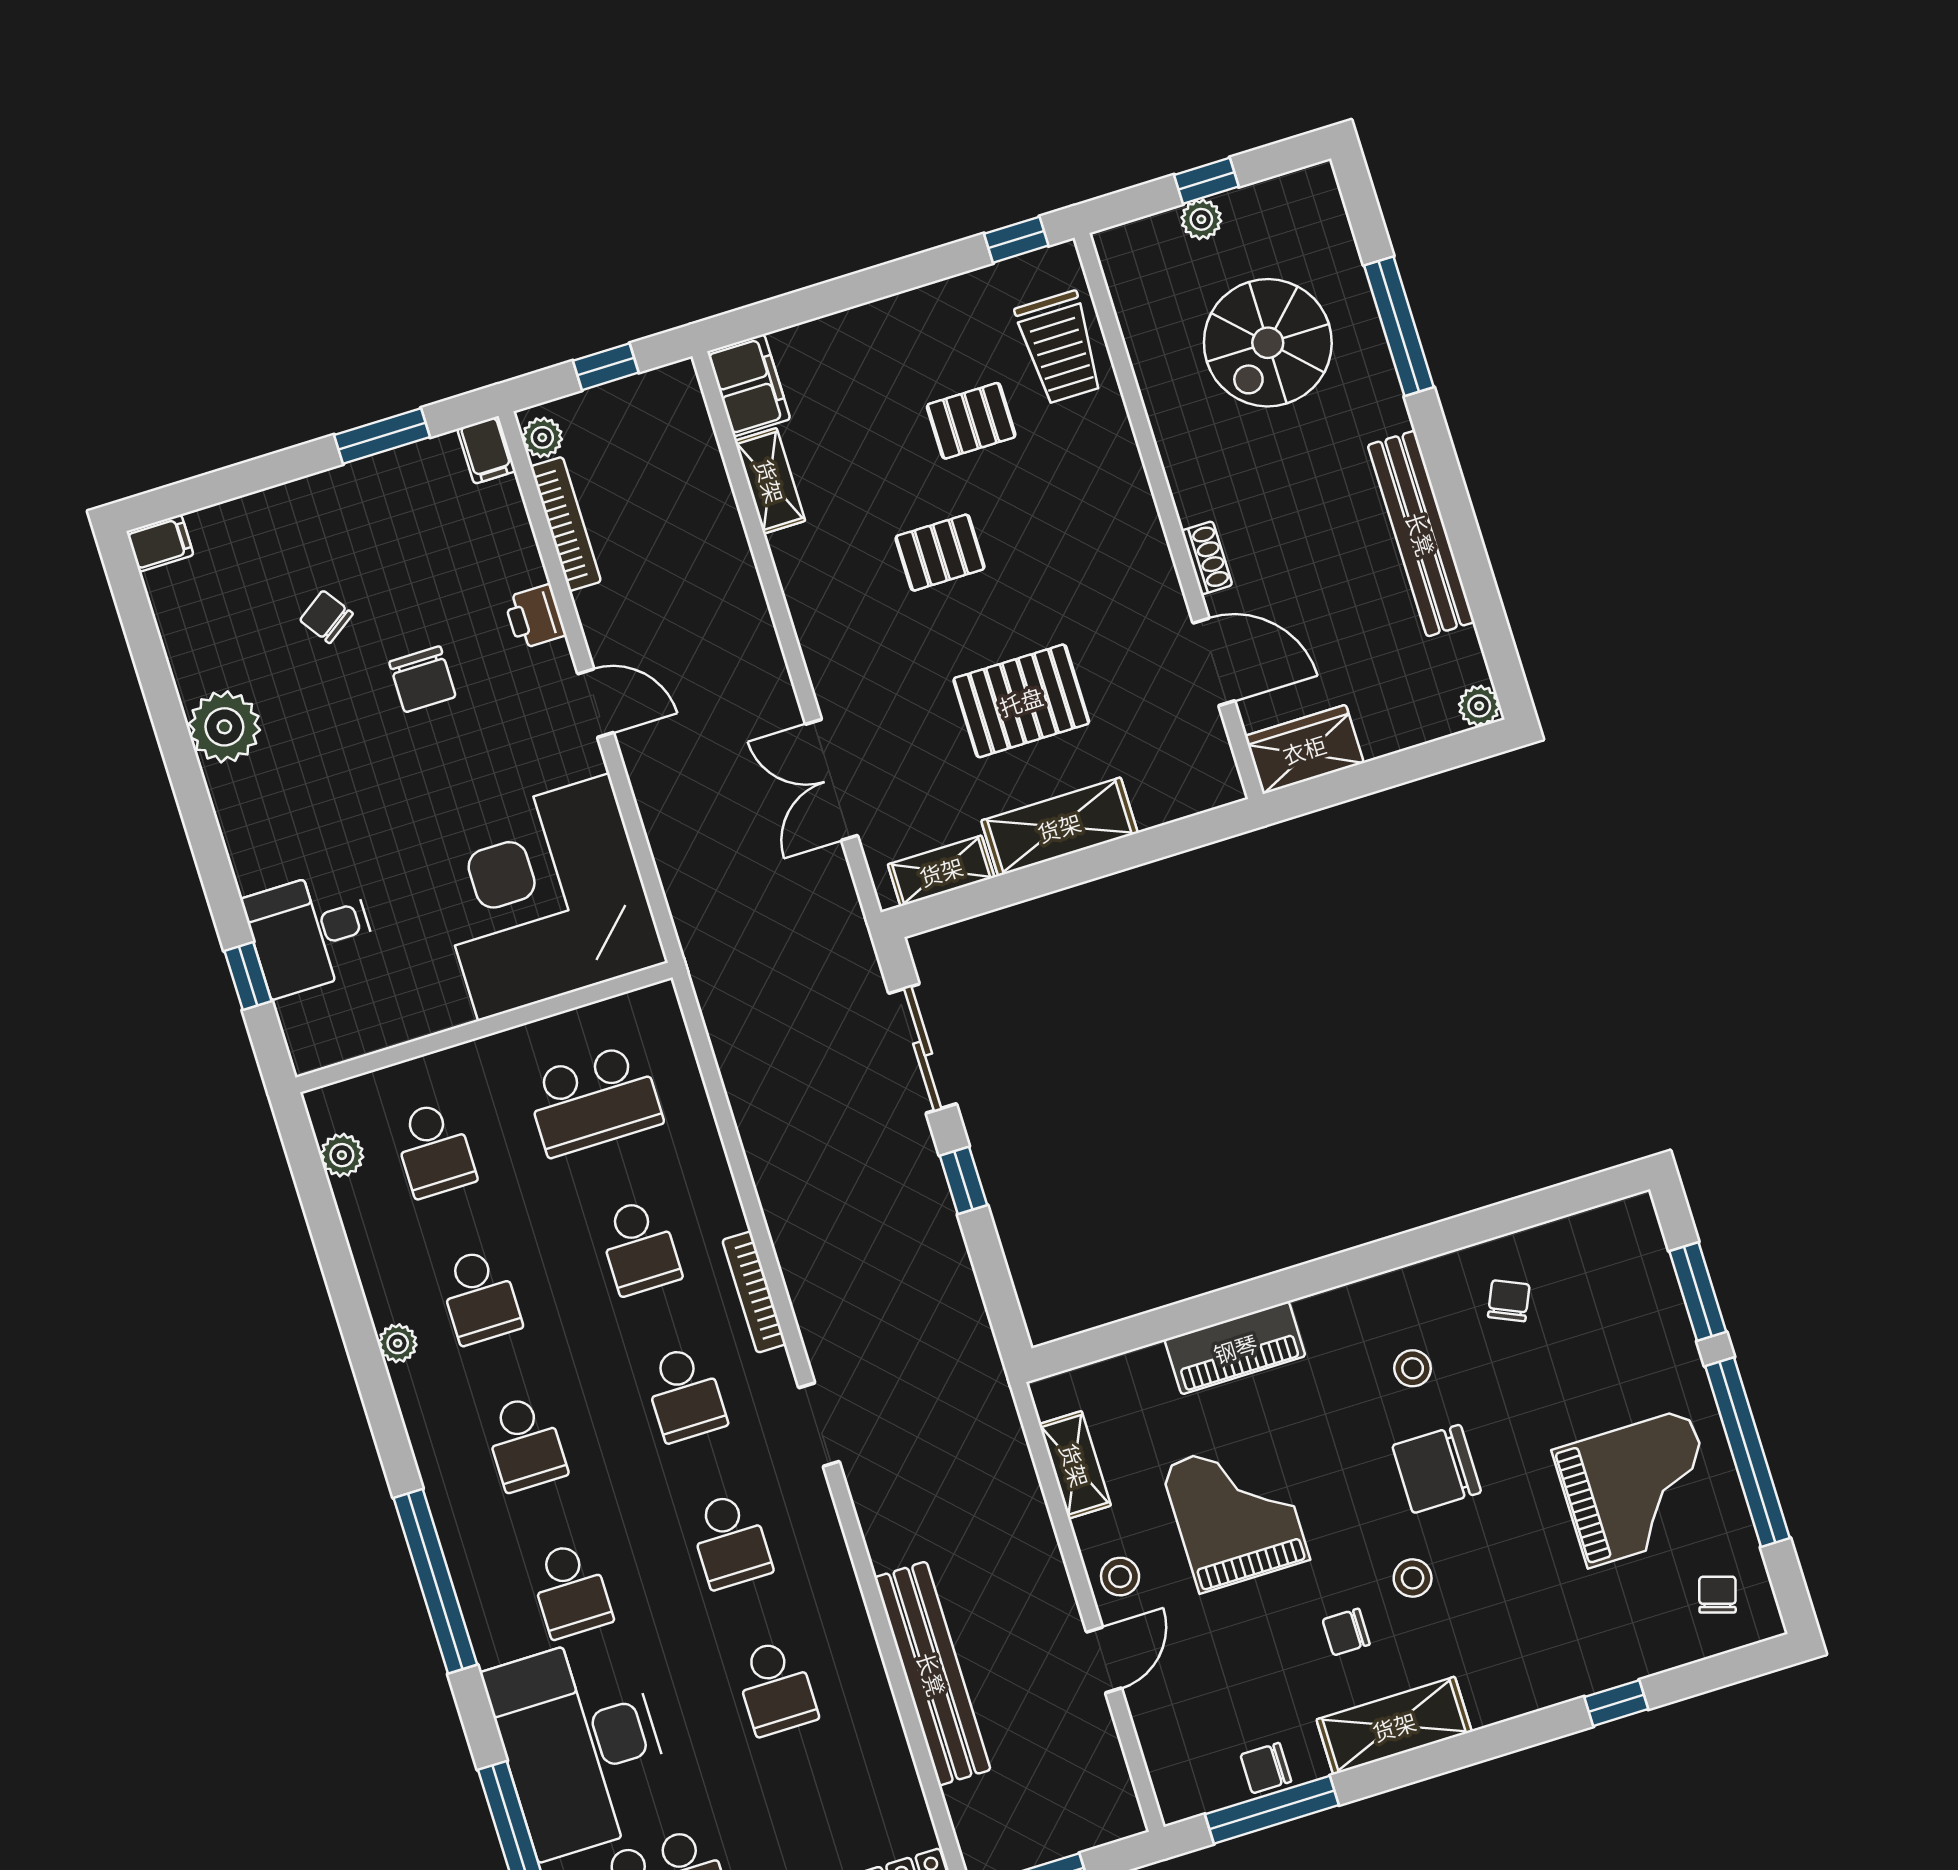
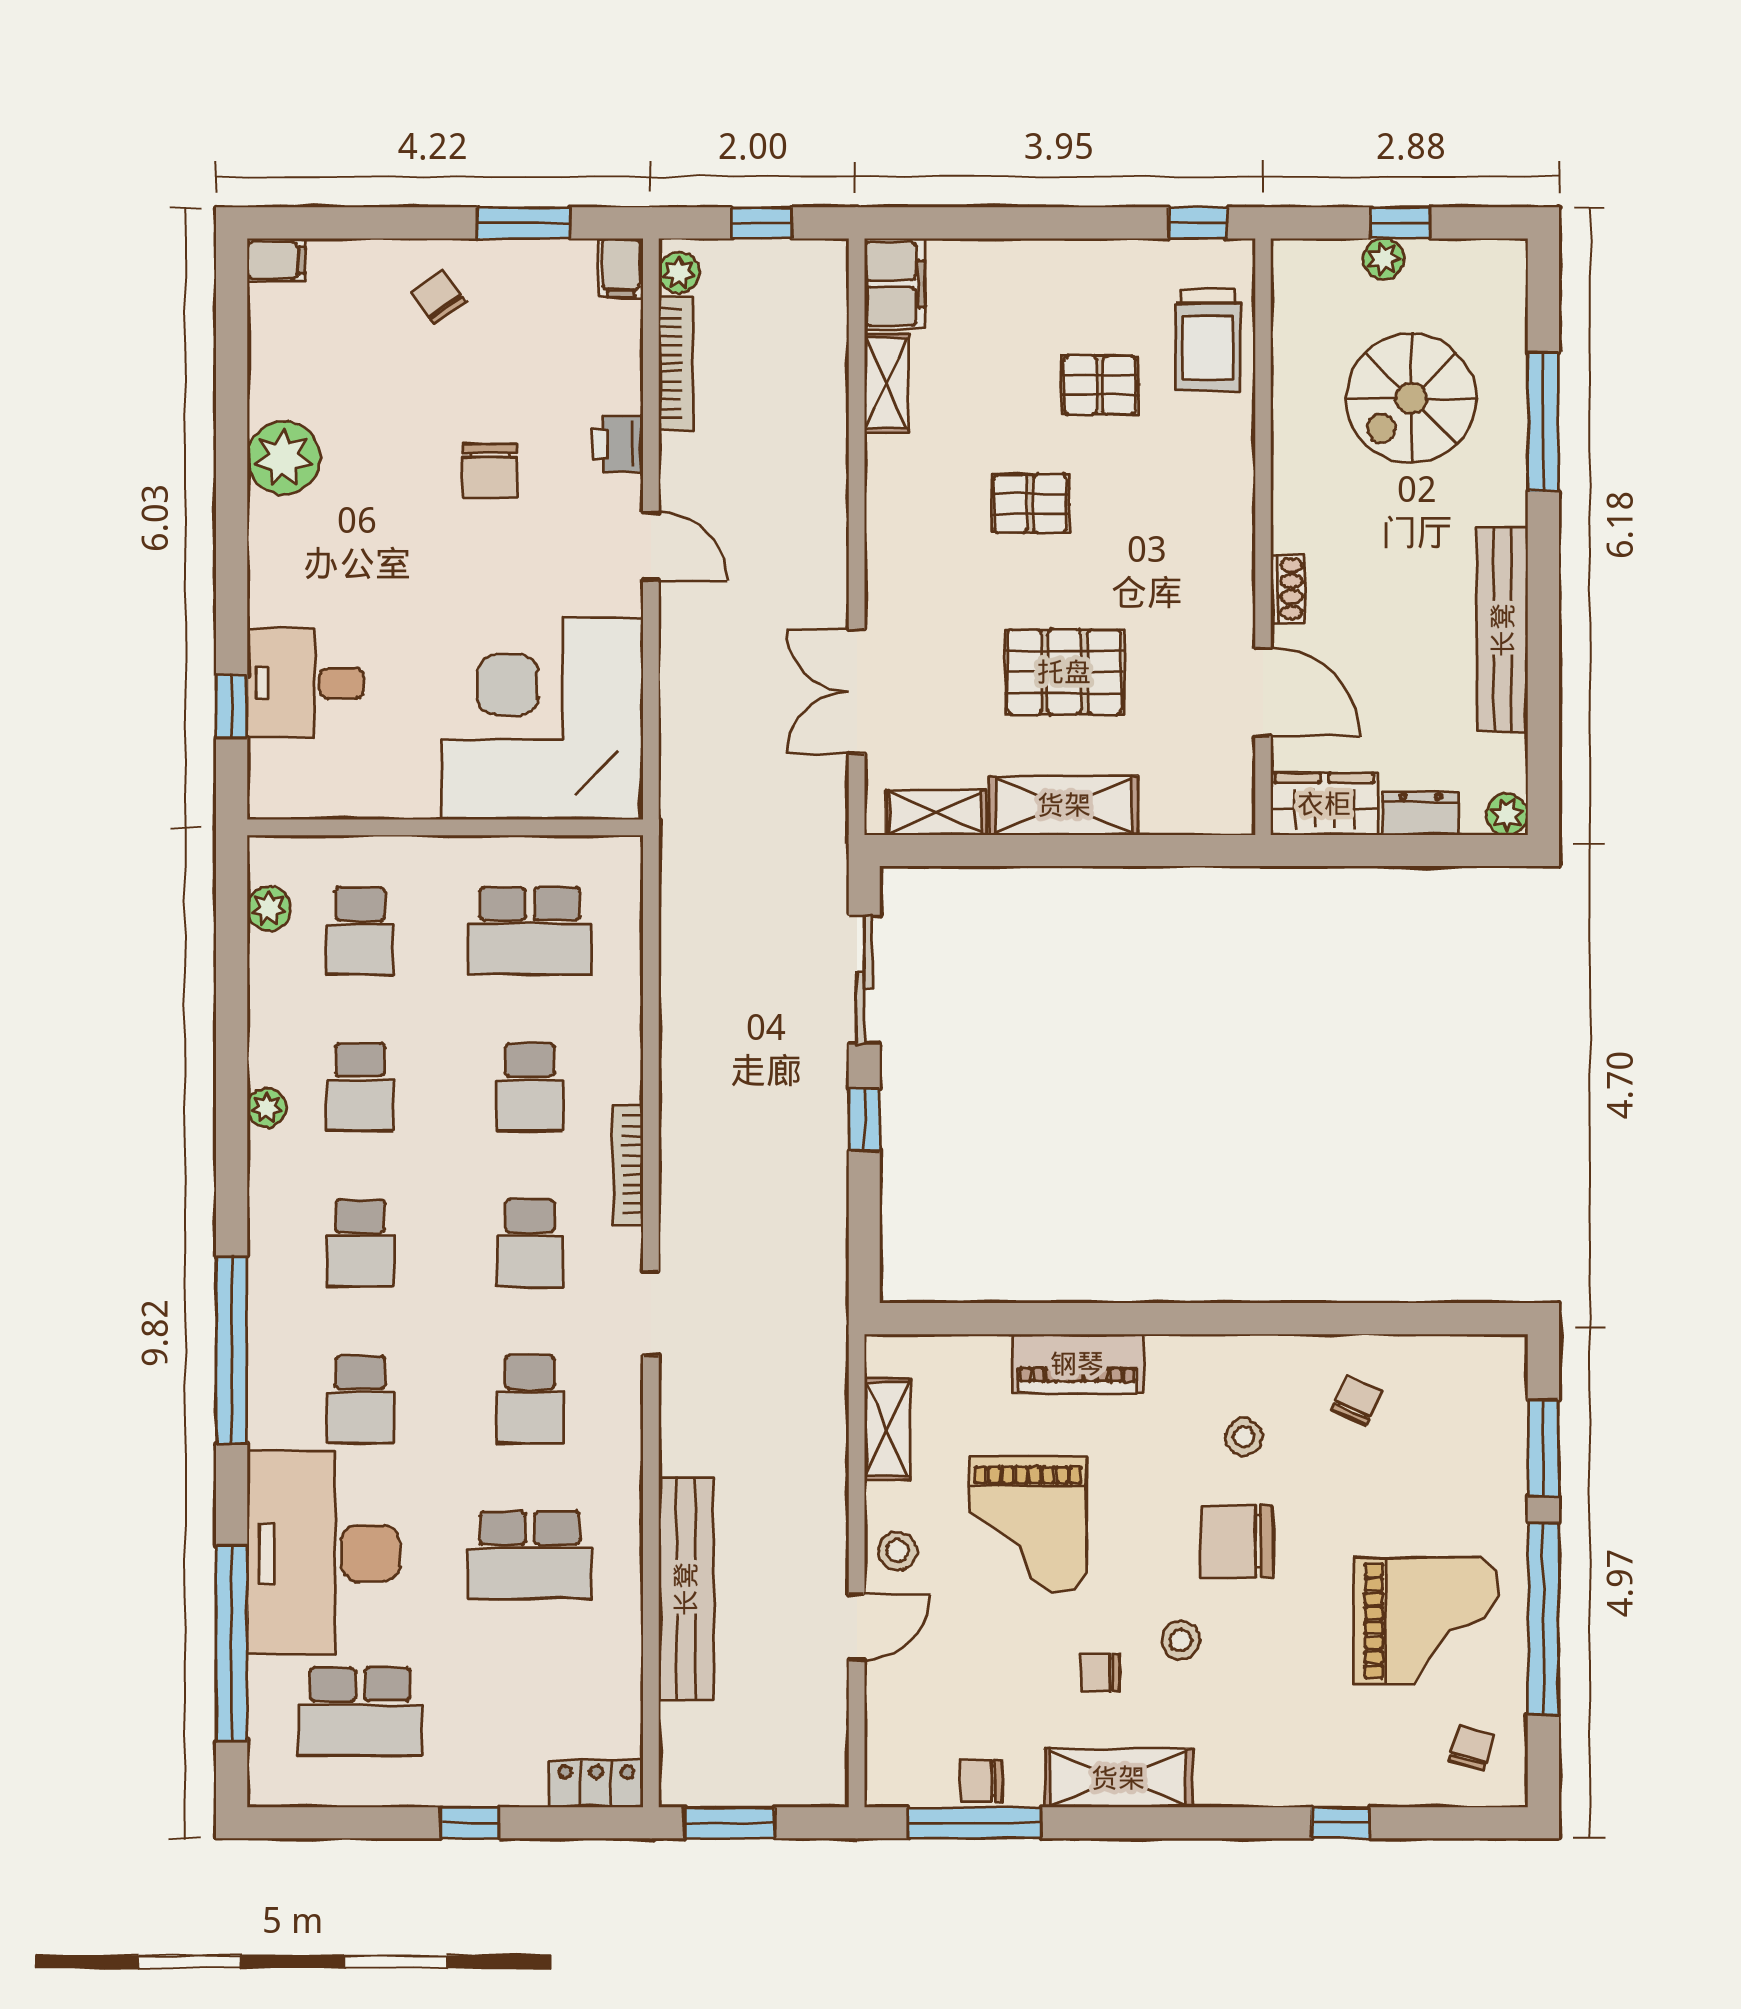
chair: (326, 617) -> (439, 298), moved
dresser: (1398, 730) -> (1421, 813), added
grand piano: (1235, 1513) -> (1028, 1524), turned 180
school desk: (776, 1688) -> (530, 1555), width x1.85

